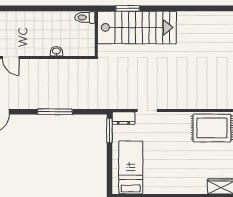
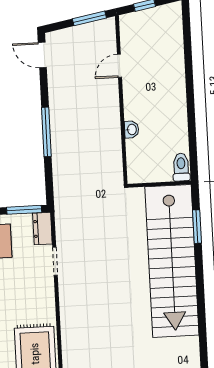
stairs: (137, 27) -> (172, 261), width x1.36

